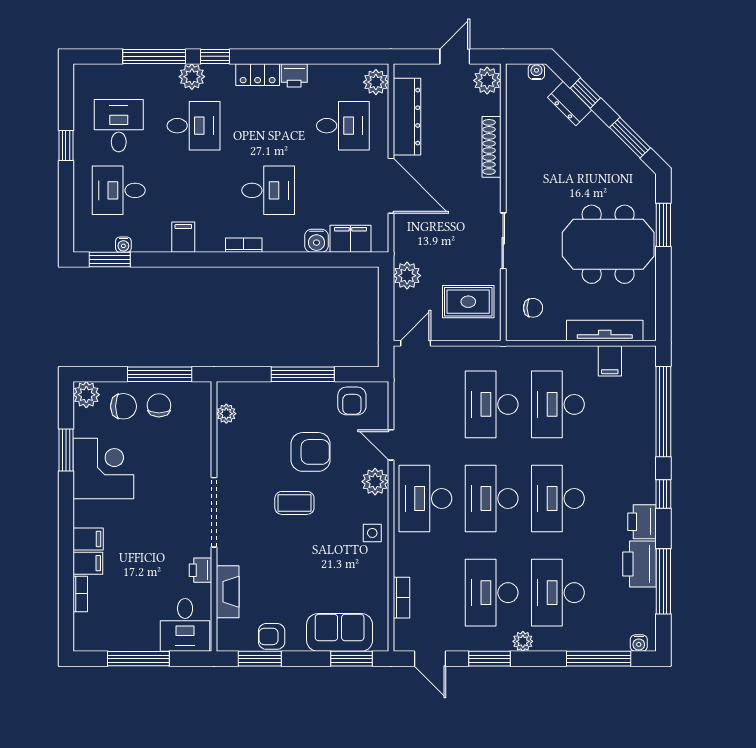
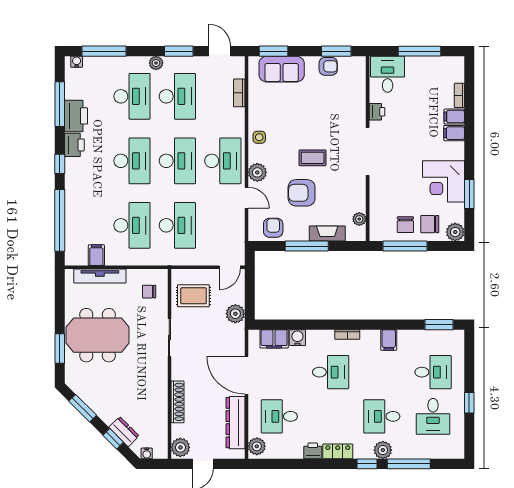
desk: (268, 190) -> (331, 372), turned 180
water cooler: (123, 245) -> (430, 335), removed
fireplace: (228, 592) -> (327, 233), moved, turned 90

